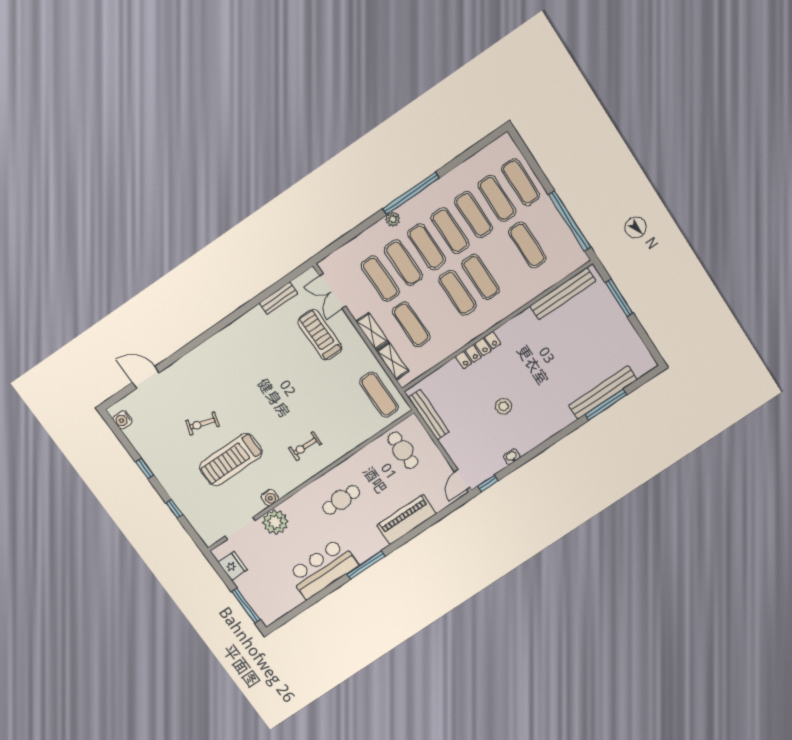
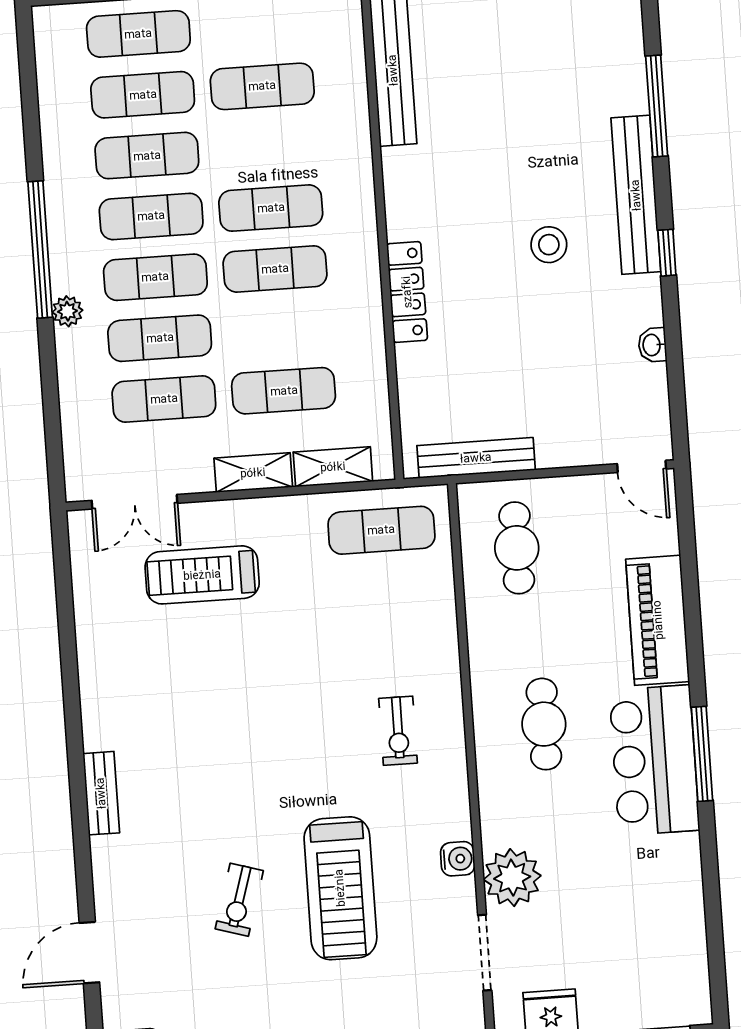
bench: (278, 298) -> (101, 793), moved
bench: (603, 392) -> (636, 195), moved
stool: (503, 406) -> (549, 245), moved
cafe table: (403, 450) -> (517, 548), turned 90
window: (488, 484) -> (667, 253), moved
bar counter: (323, 569) -> (654, 760), moved

